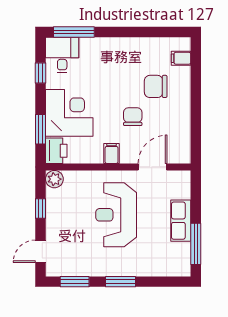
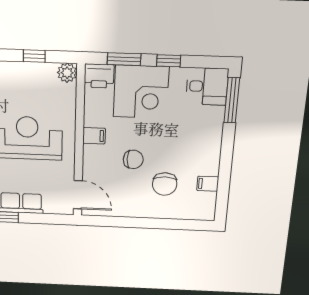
filing cabinet: (181, 58) -> (208, 184), moved, turned -90
window: (41, 73) -> (169, 61), moved
chair: (156, 86) -> (165, 184), turned 180
door: (153, 167) -> (78, 195), moved

